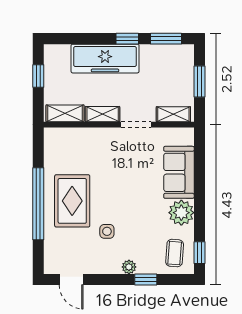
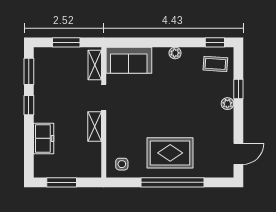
freezer: (105, 59) -> (44, 138), width x0.52, depth x0.79
window: (38, 76) -> (62, 182), width x1.50
shelving: (65, 113) -> (94, 159), removed
sofa: (179, 172) -> (129, 60), moved
plant: (181, 213) -> (175, 53), width x0.53, depth x0.53
side table: (107, 231) -> (122, 164), moved

